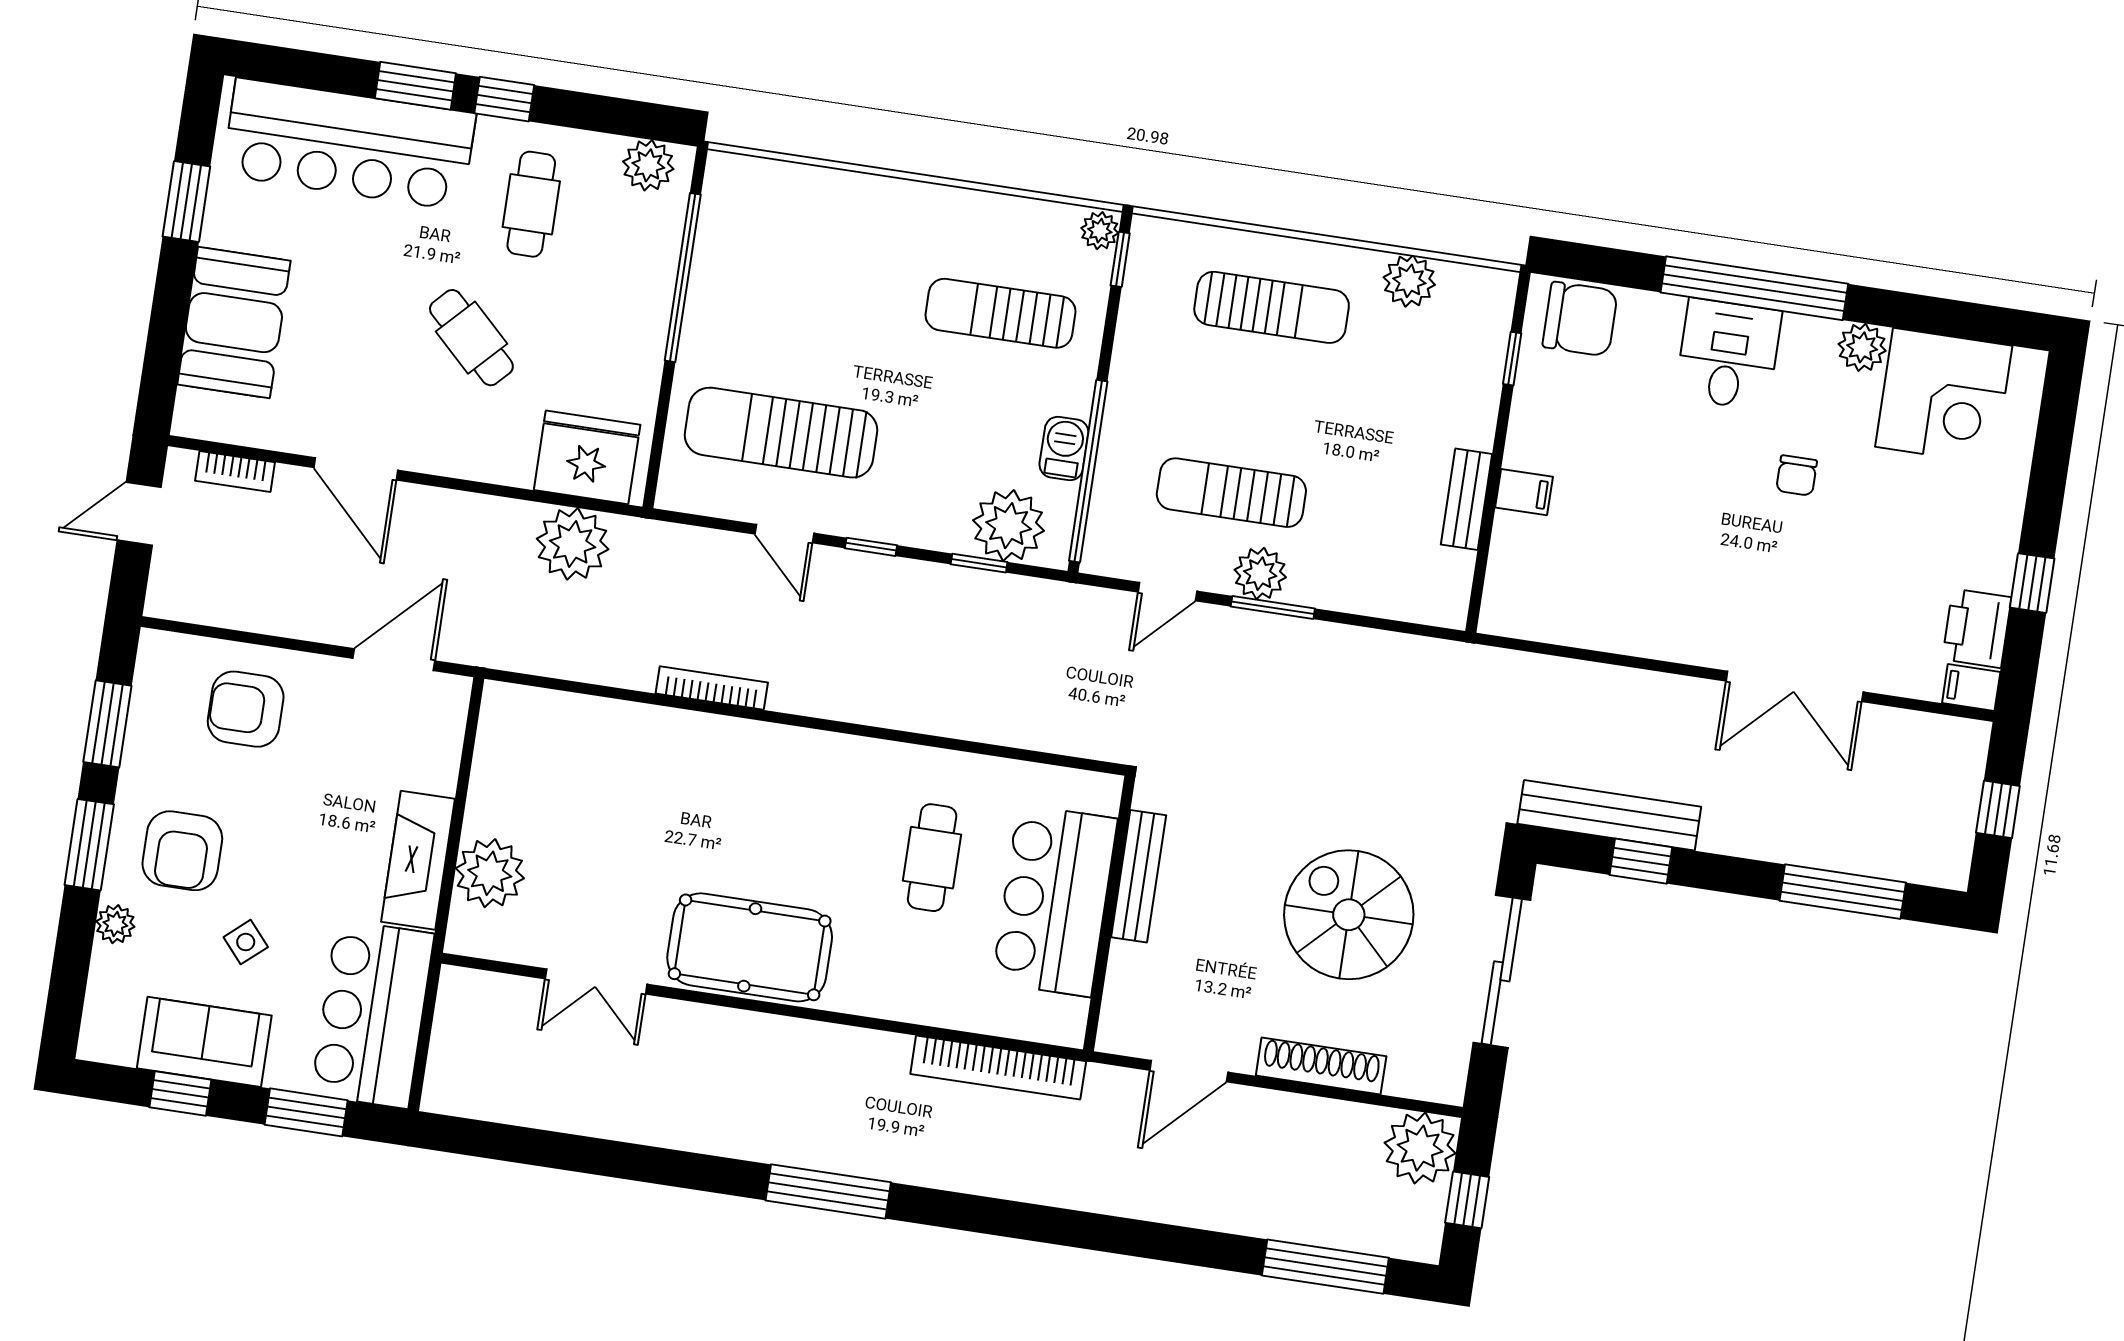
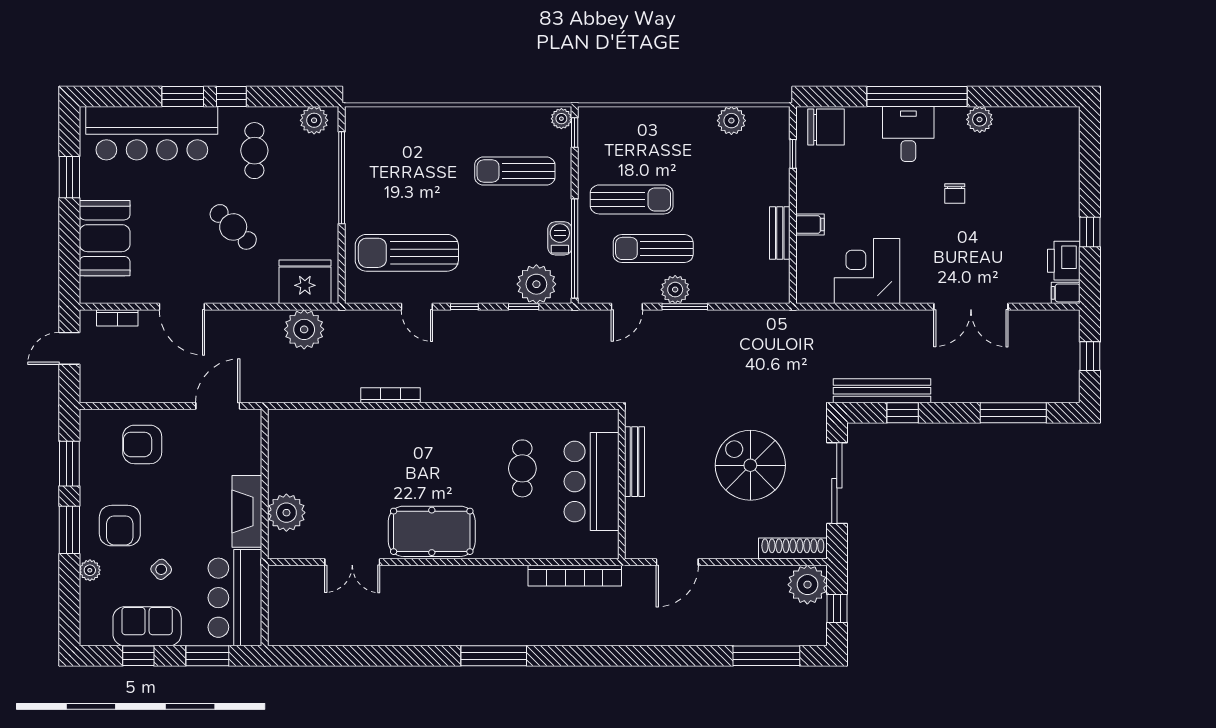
sun lounger: (1272, 307) -> (632, 199), moved
corner desk: (1944, 396) -> (867, 271), moved, turned 180
shoe rack: (1321, 1066) -> (793, 549), moved

